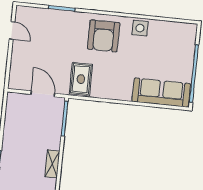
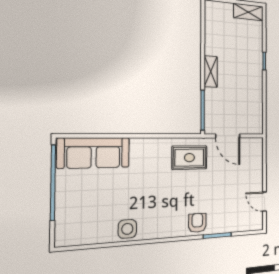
armchair: (104, 36) -> (197, 223), moved, width x0.53, depth x0.53
rug: (81, 79) -> (189, 158), turned 90
shelving: (52, 164) -> (211, 72), moved

